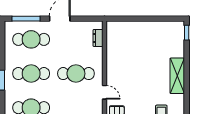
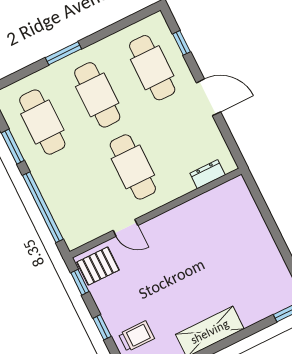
window: (26, 19) -> (182, 43), width x0.46
door: (104, 92) -> (125, 228), hinge flipped

